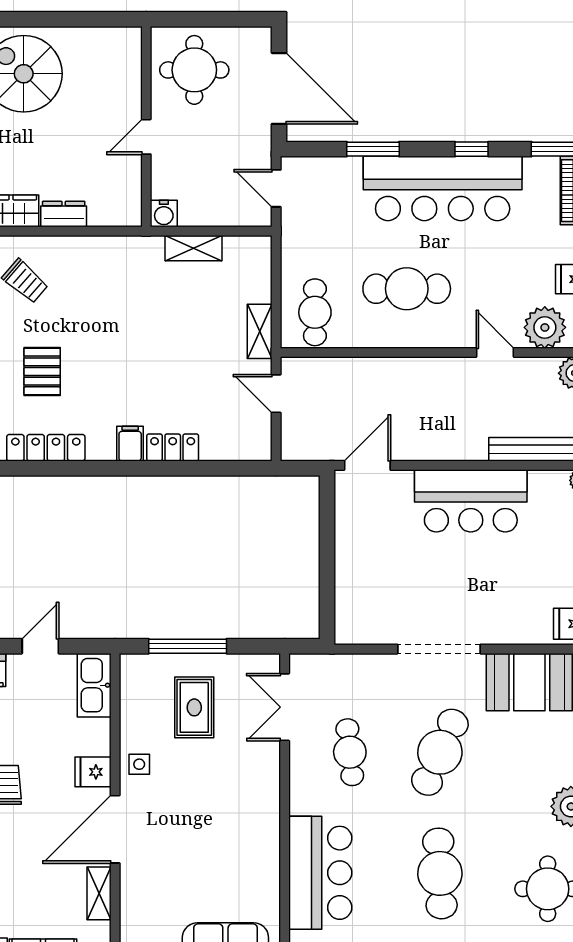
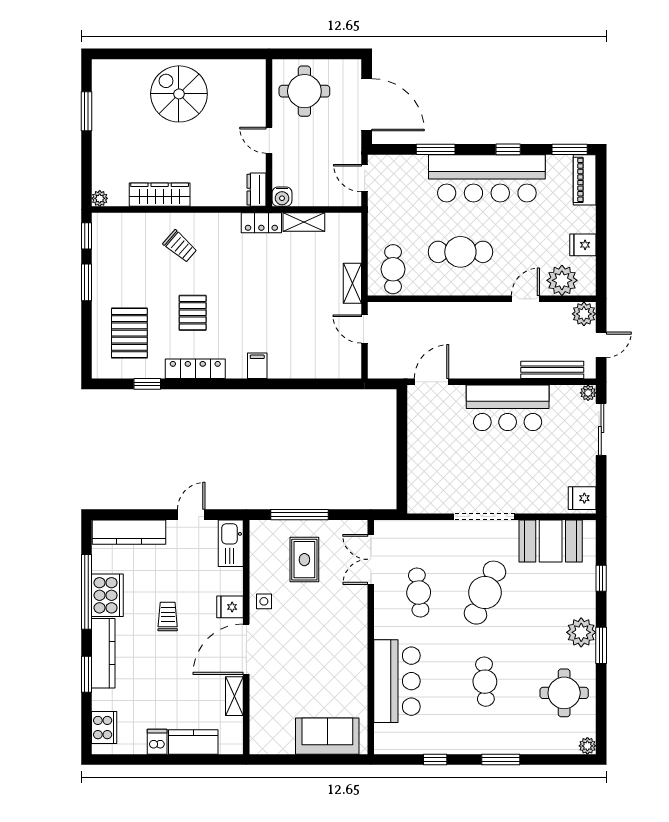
door: (146, 137) -> (269, 140), hinge flipped
dresser: (64, 214) -> (257, 190), moved, turned -90
door: (495, 353) -> (525, 299), hinge flipped
locker: (173, 447) -> (261, 223), moved, turned 180
cafe table: (440, 873) -> (485, 682), width x0.73, depth x0.74

